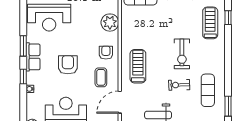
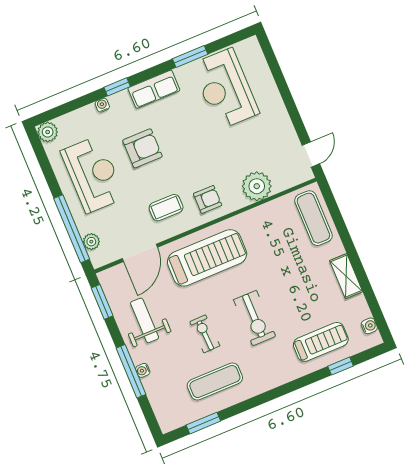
window: (23, 46) -> (190, 56), moved
exercise bike: (182, 54) -> (255, 318), turned -90
armchair: (68, 65) -> (142, 148), moved
treadmill: (138, 66) -> (207, 258), width x1.37, depth x1.38
door: (120, 102) -> (140, 253), swing flipped

